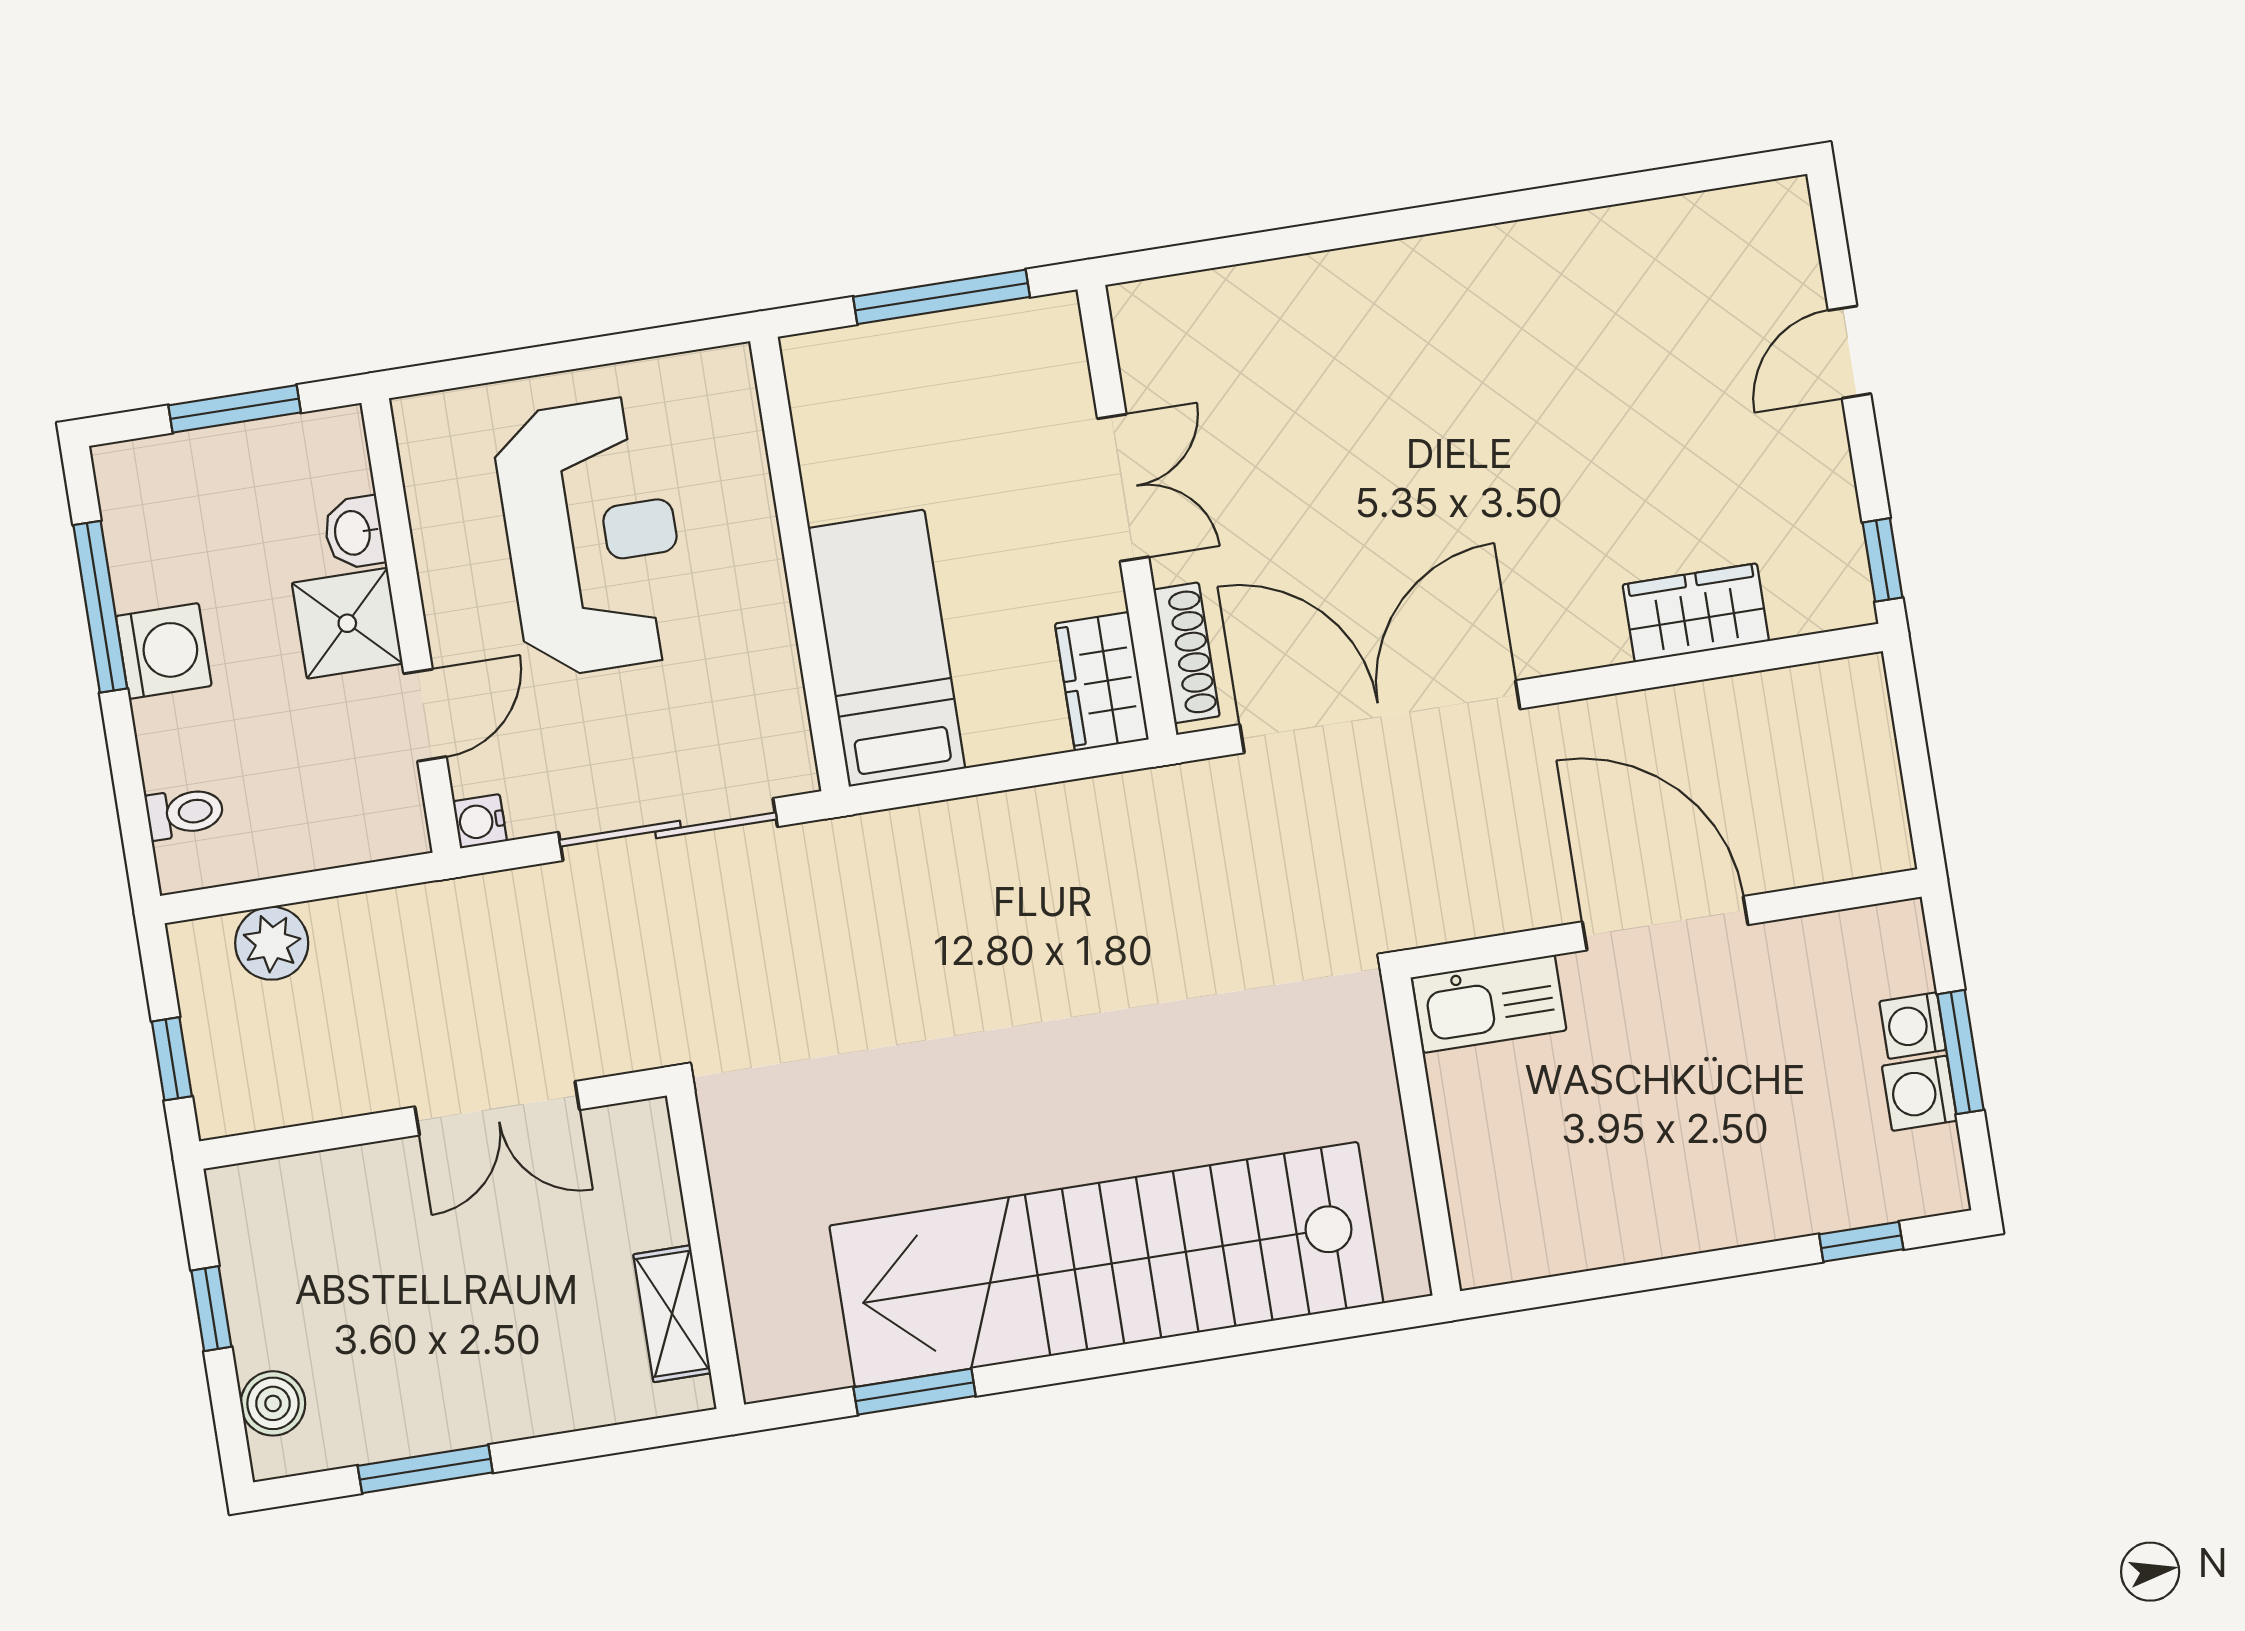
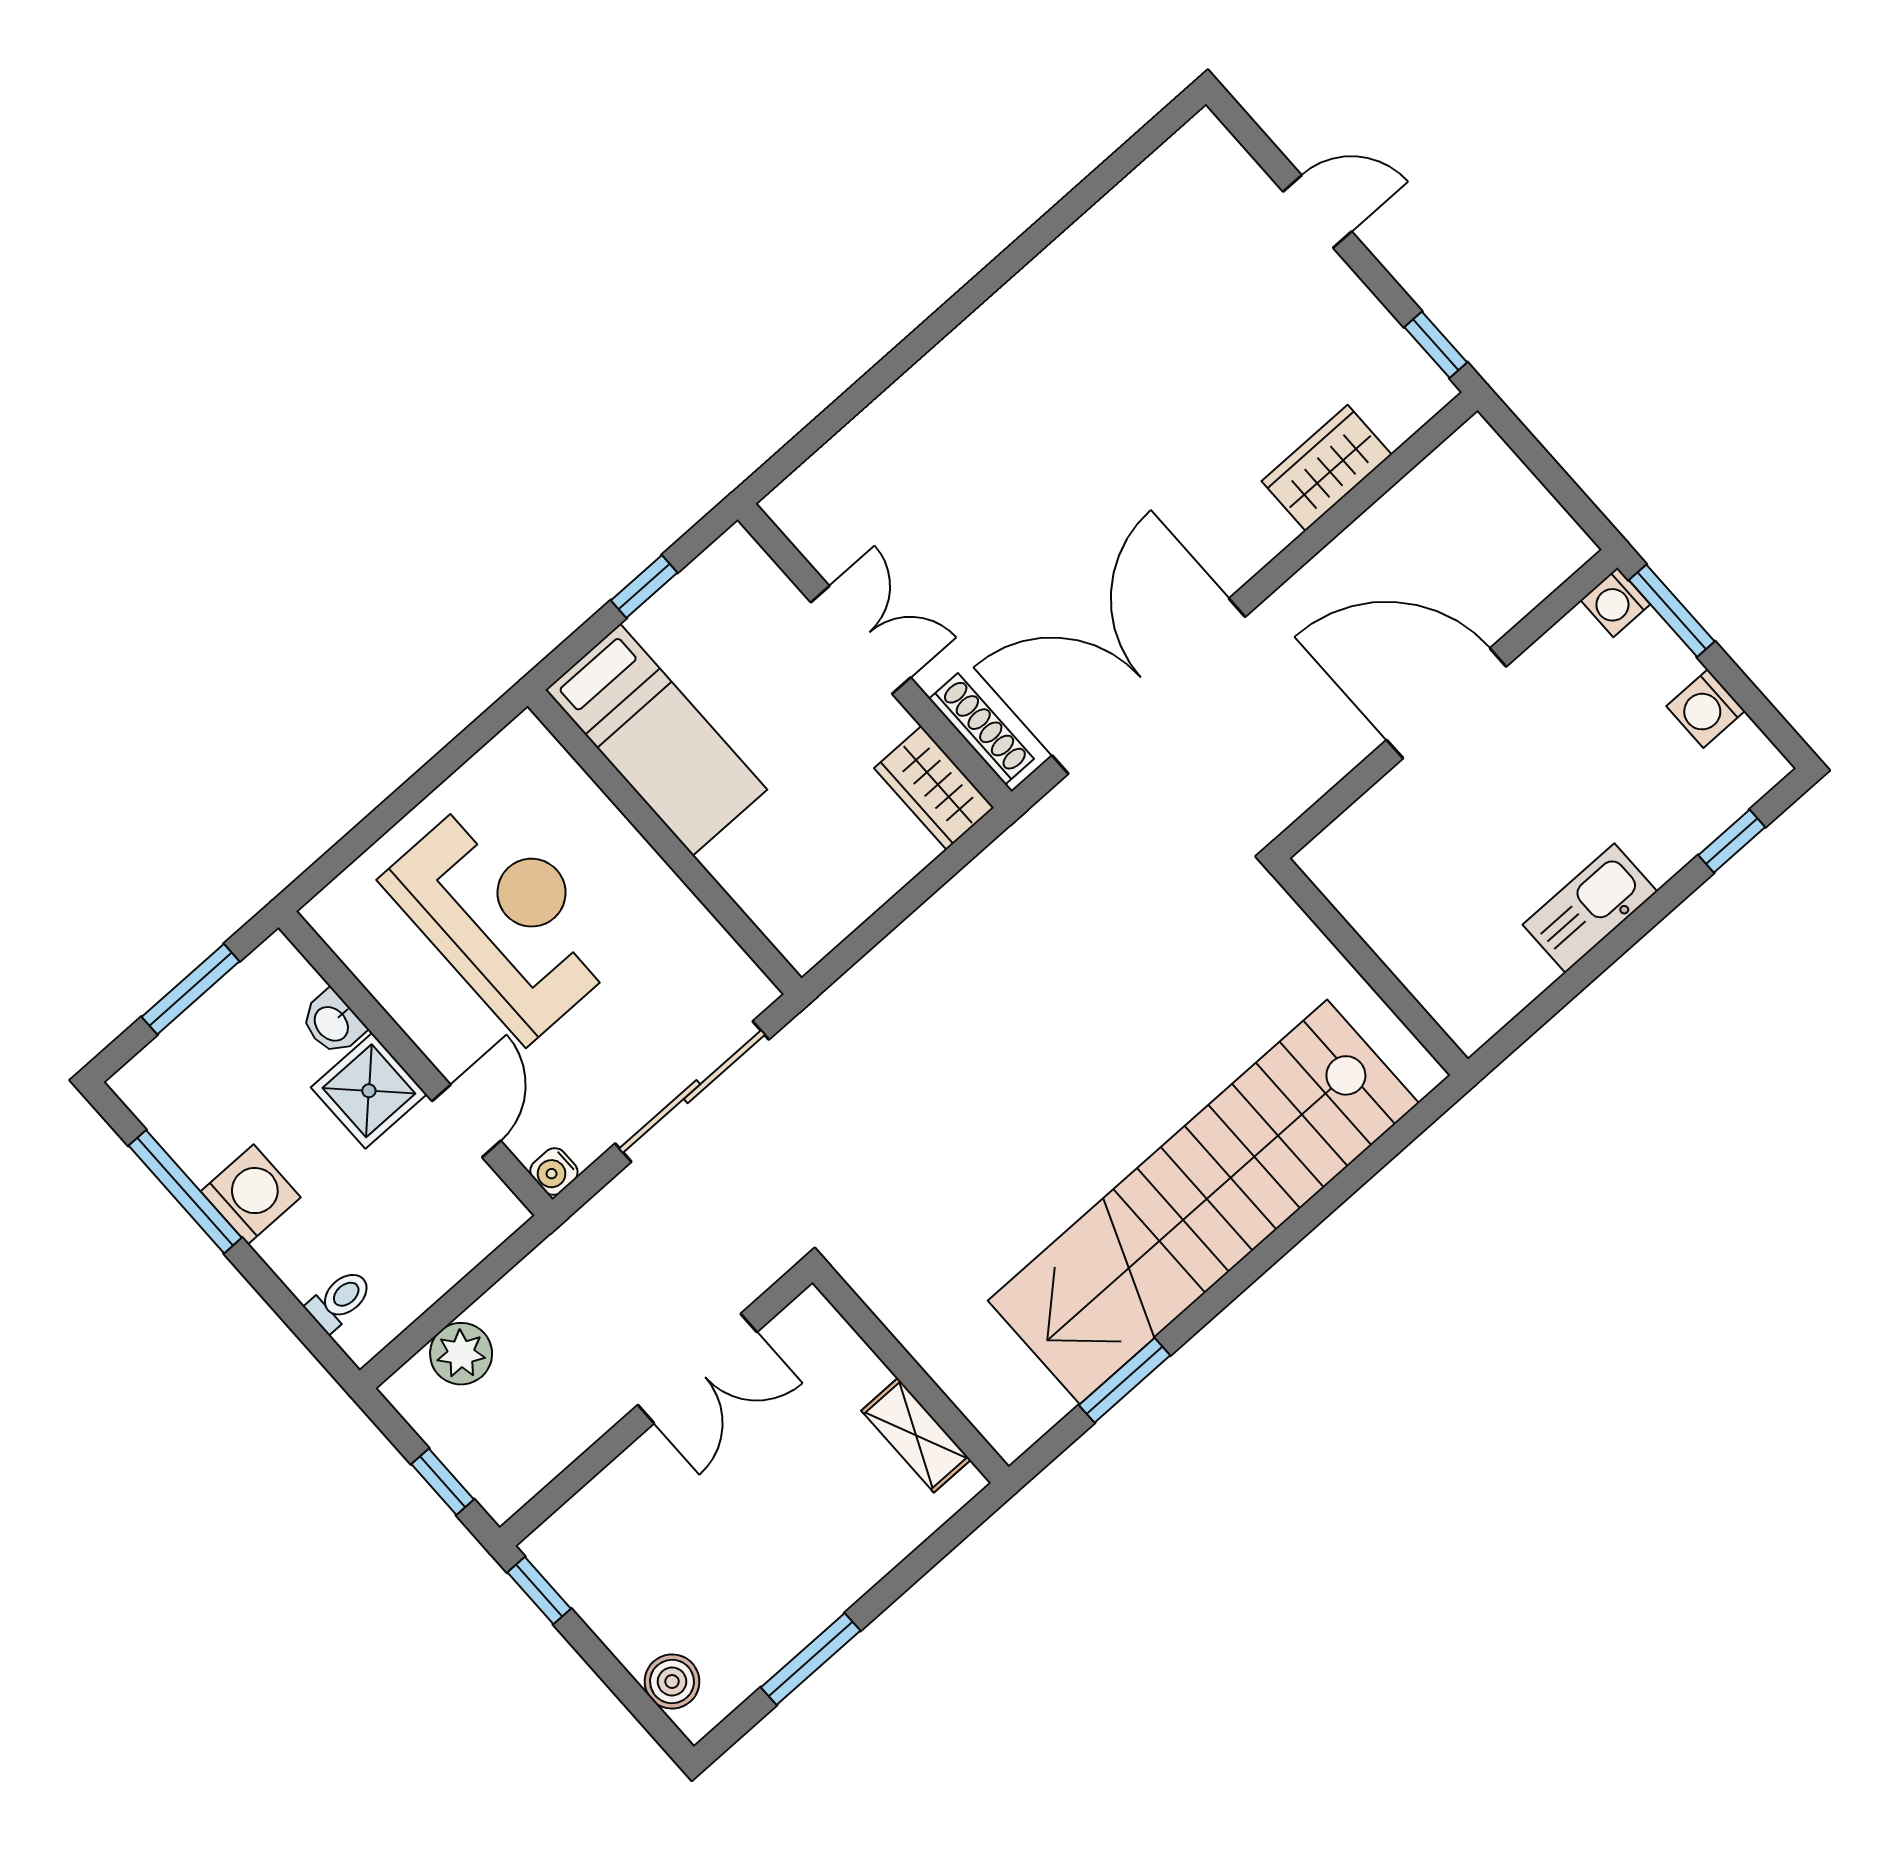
window: (941, 297) -> (644, 587), width x0.46
door: (1850, 352) -> (1317, 211), swing flipped
bed: (887, 648) -> (656, 740), moved, turned 180
kitchen sink: (1489, 1004) -> (1590, 908), moved, turned 180
washing machine: (1913, 1026) -> (1615, 602), moved
window: (1960, 1052) -> (1672, 611), moved
window: (211, 1309) -> (539, 1590), moved

